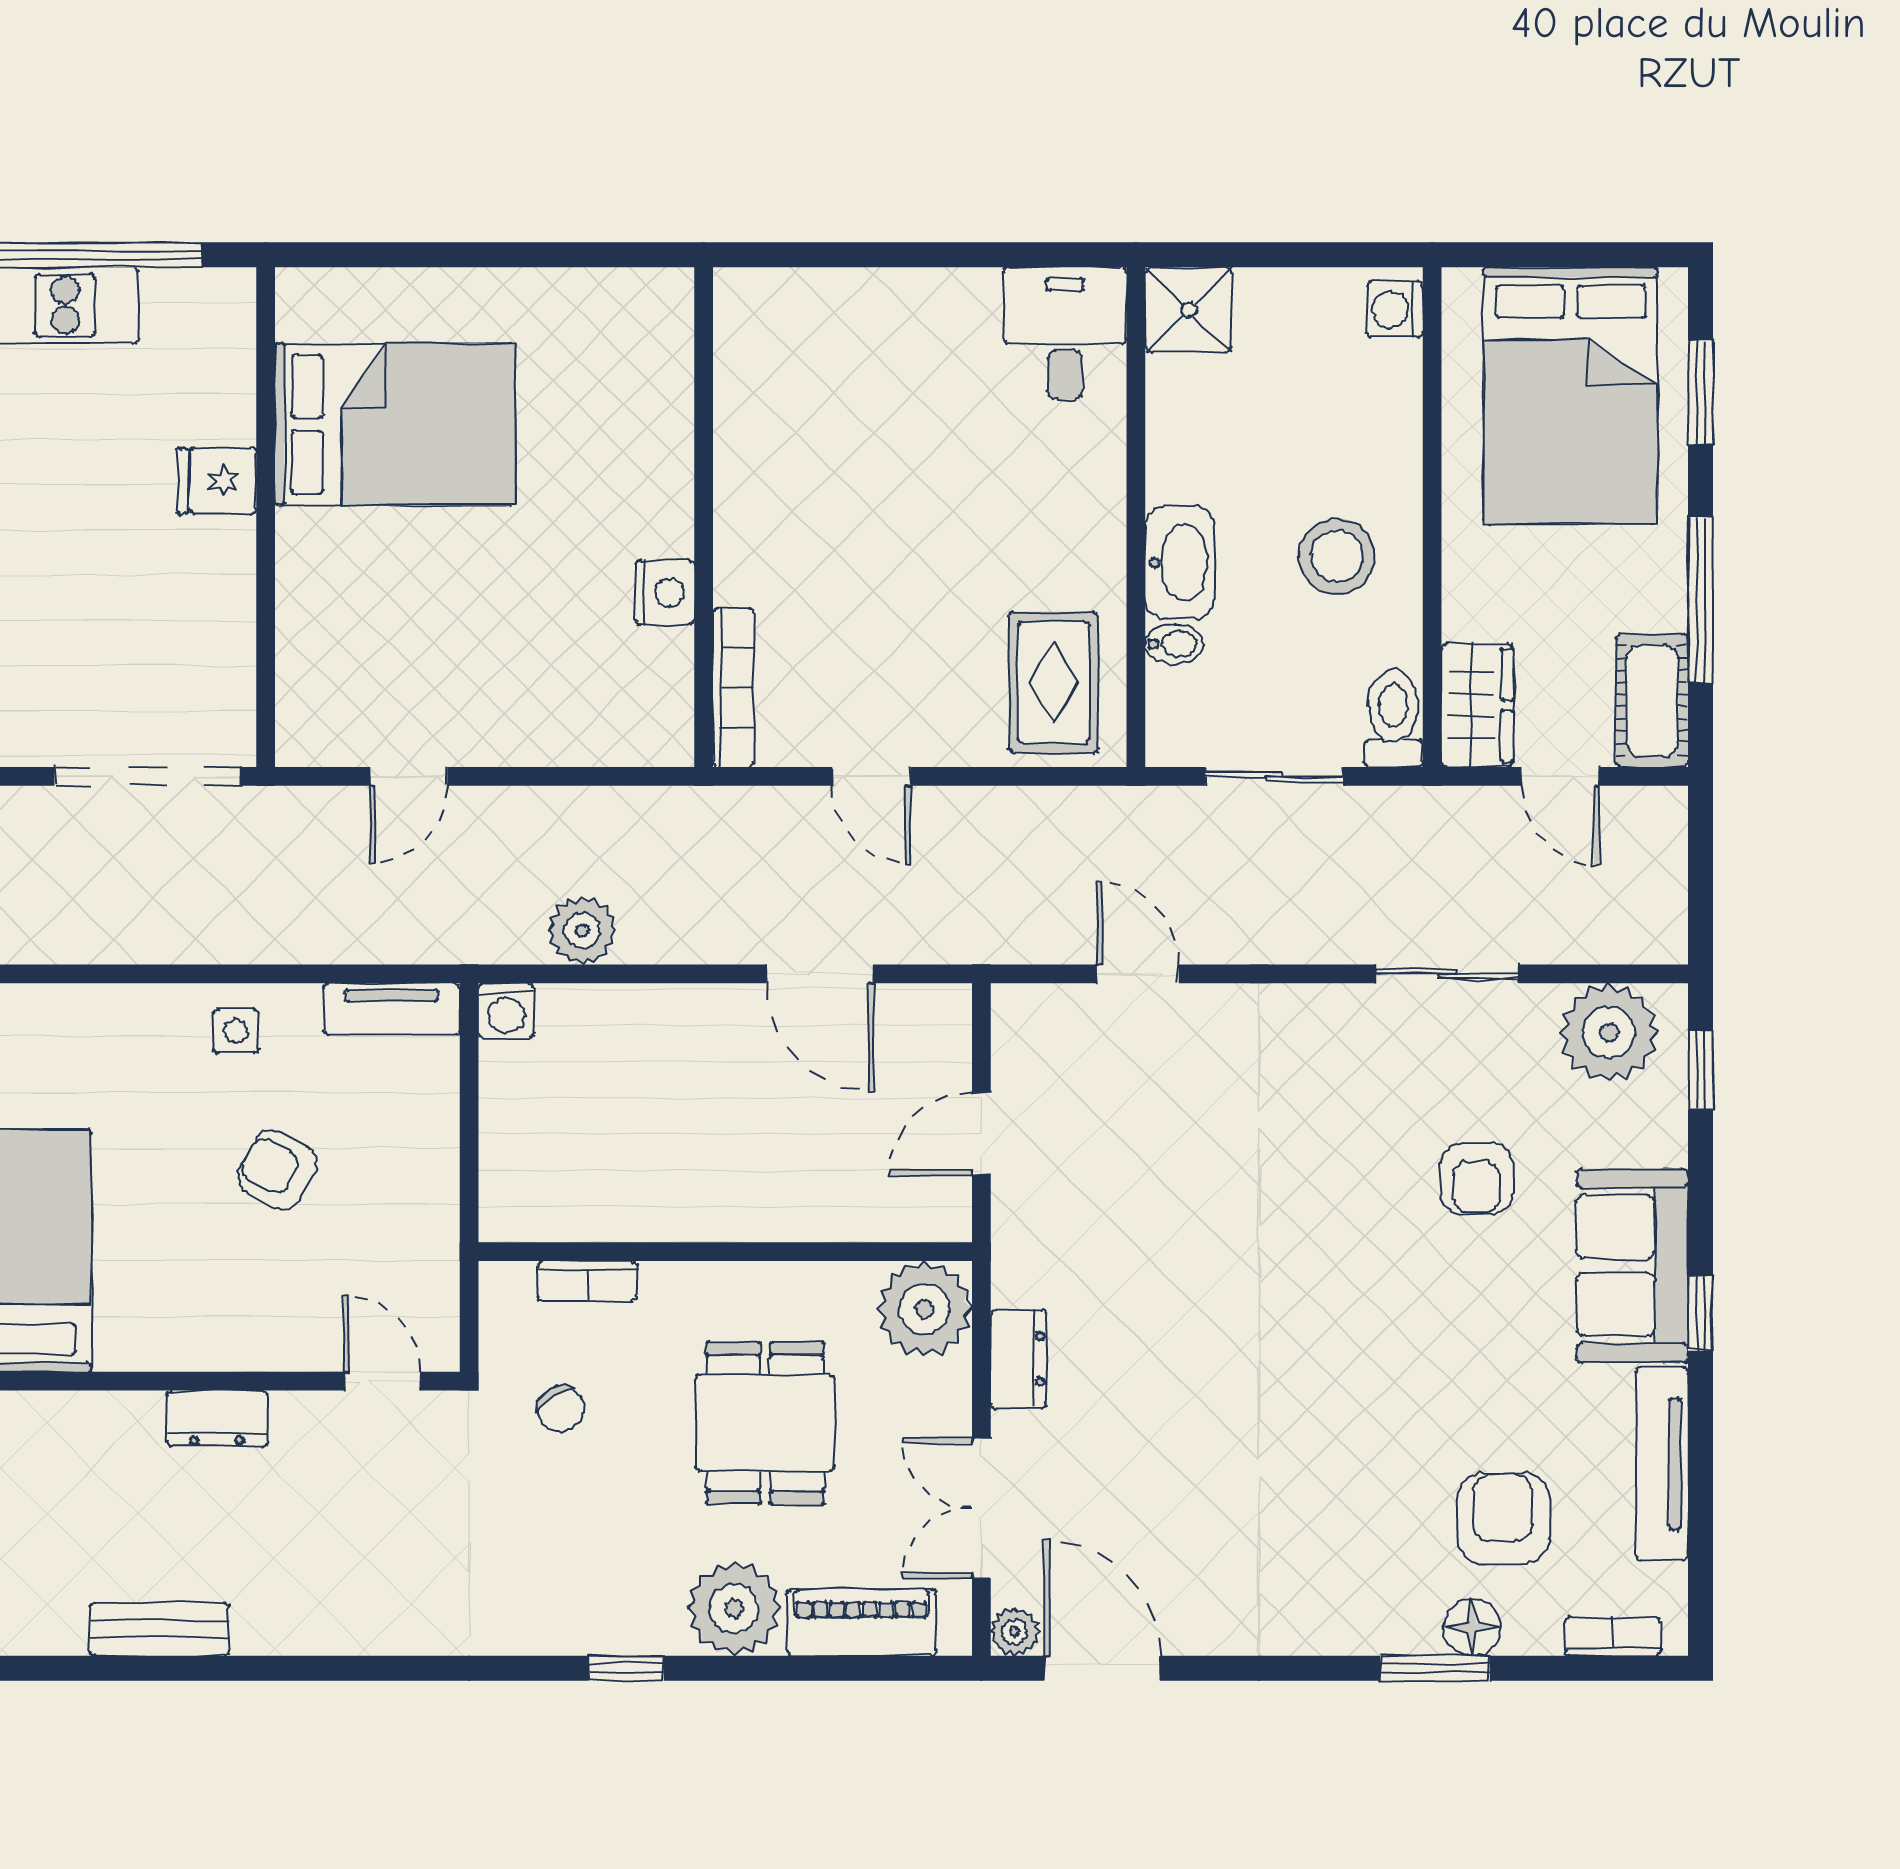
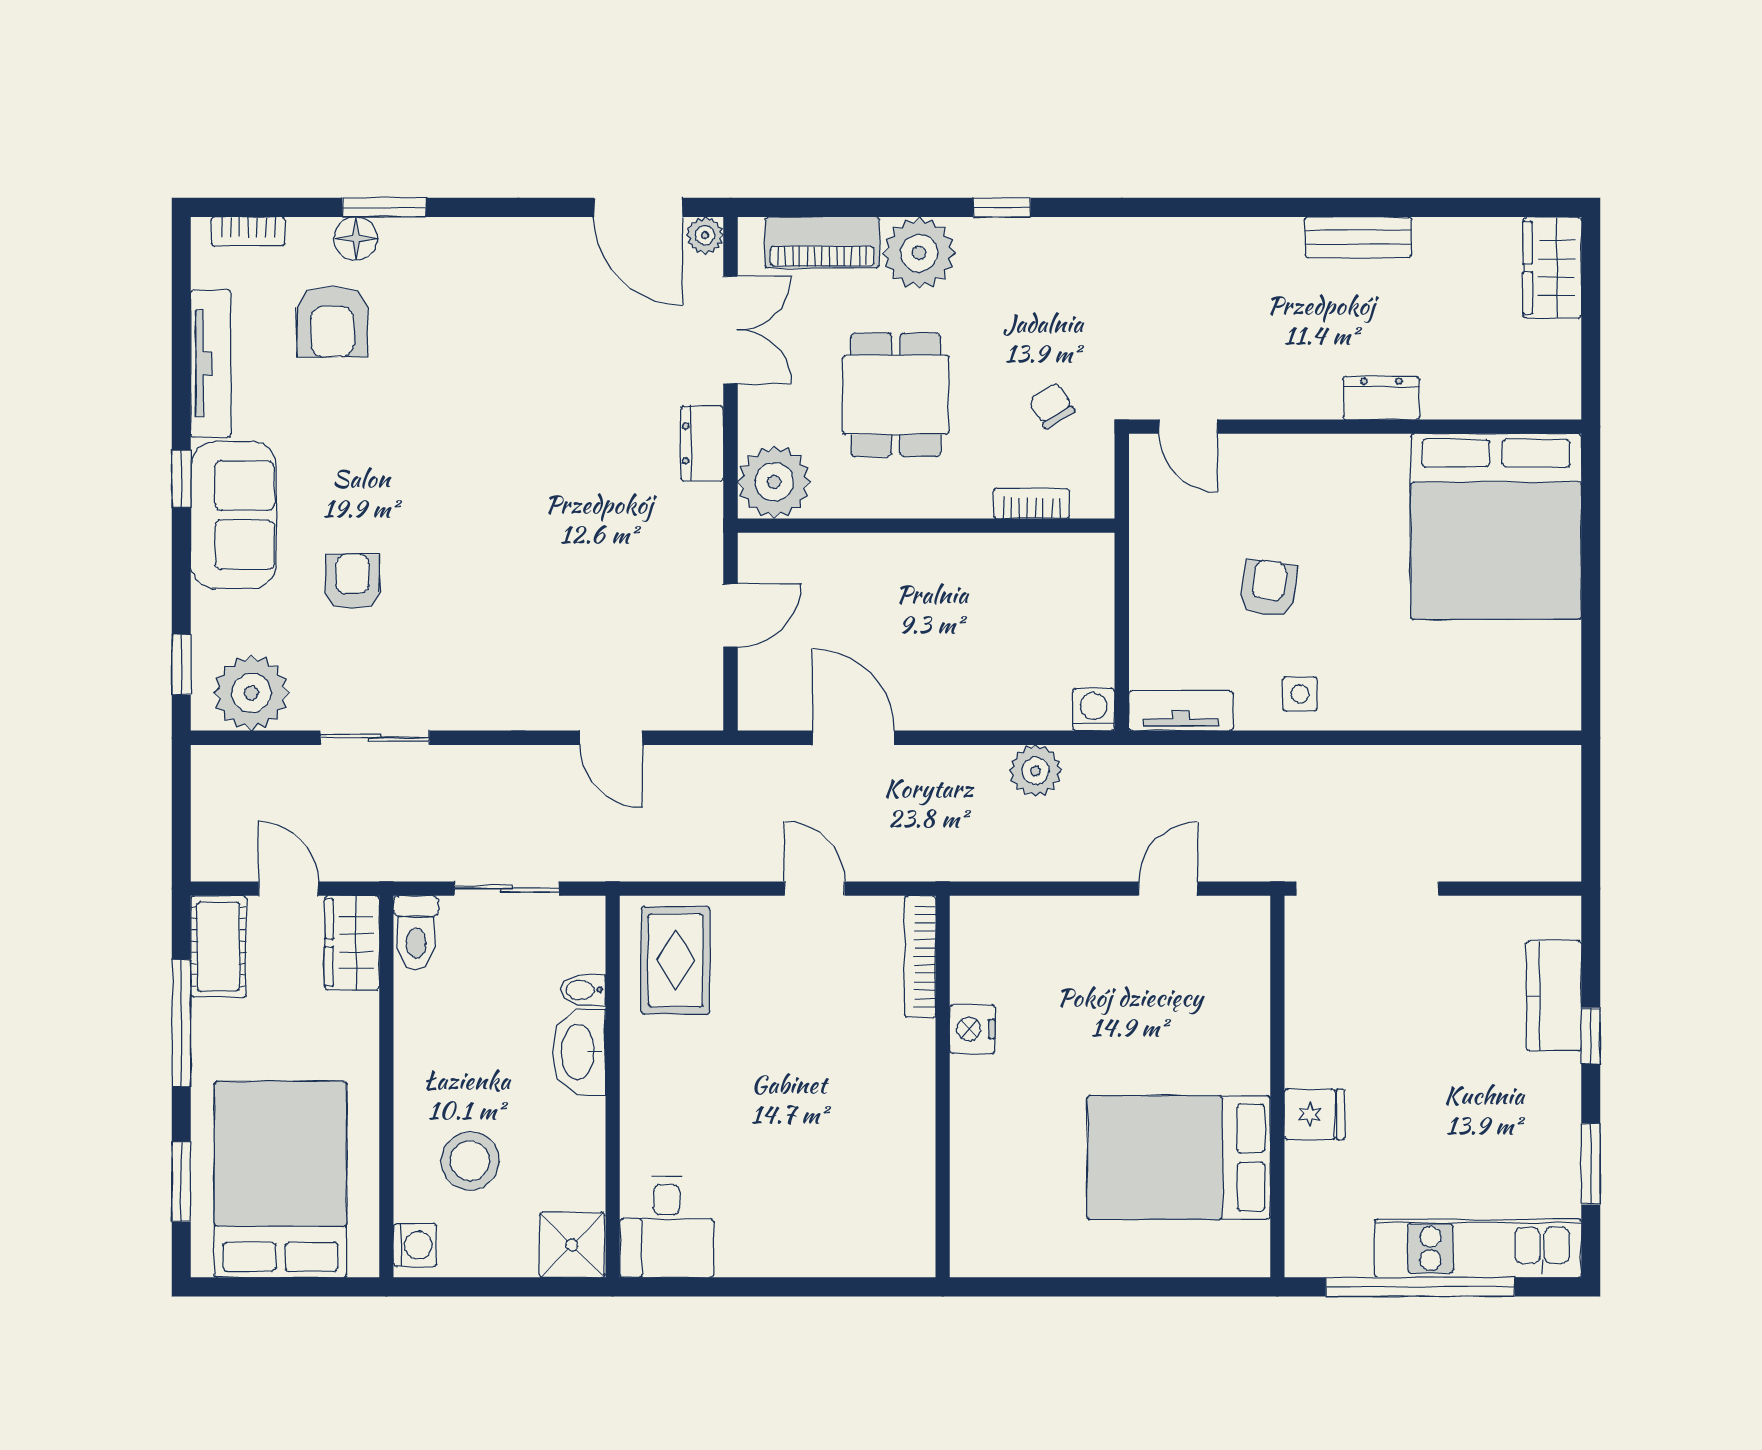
stool: (1337, 556) -> (470, 1161), moved
armchair: (277, 1170) -> (1268, 588), turned -111
dresser: (217, 1419) -> (1381, 398), moved

